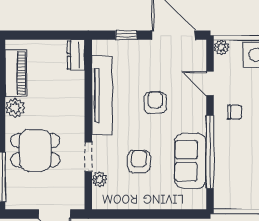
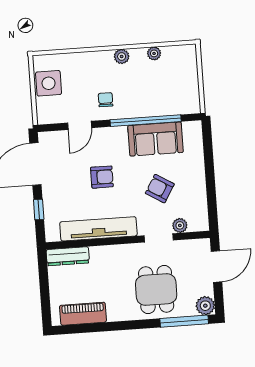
plant: (221, 47) -> (44, 117), removed
dresser: (76, 55) -> (68, 256), width x1.44
armchair: (155, 103) -> (102, 177), turned 180
plant: (15, 108) -> (205, 306), moved
armchair: (139, 161) -> (160, 189), turned 31

